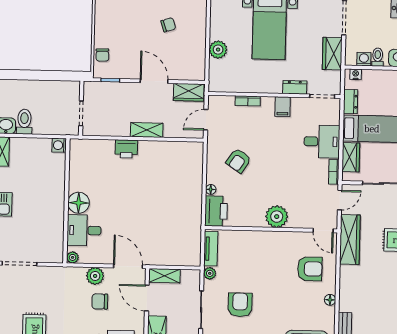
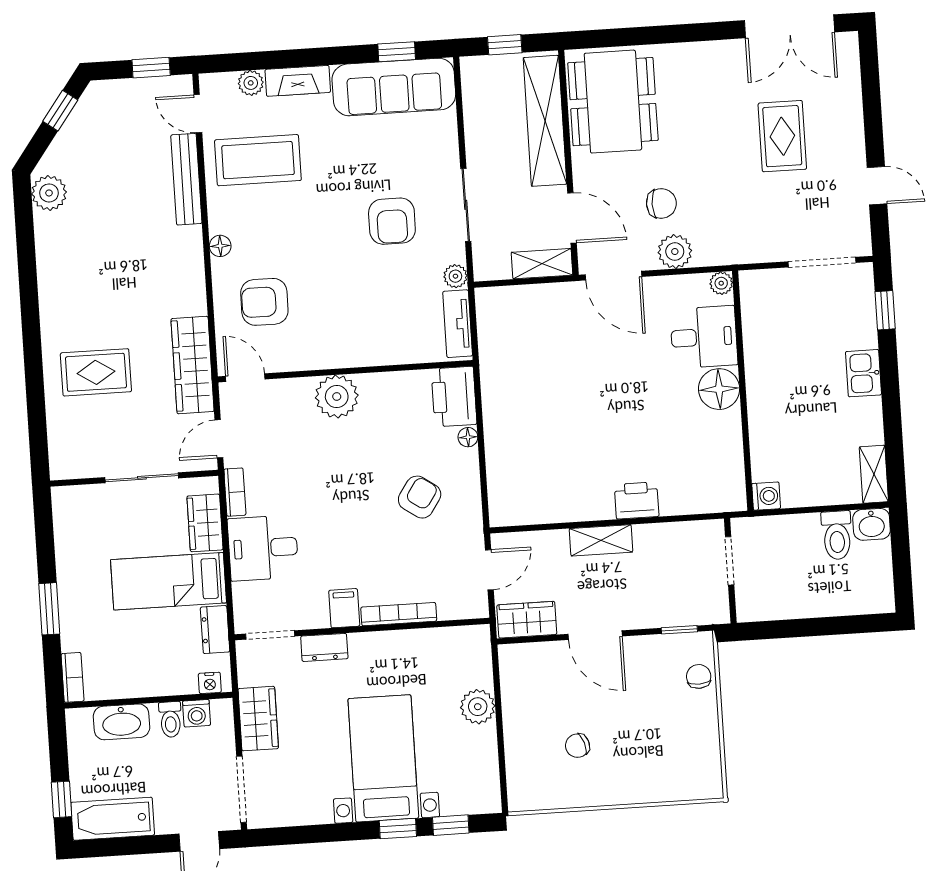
bookcase: (248, 101) -> (399, 614), width x1.56

